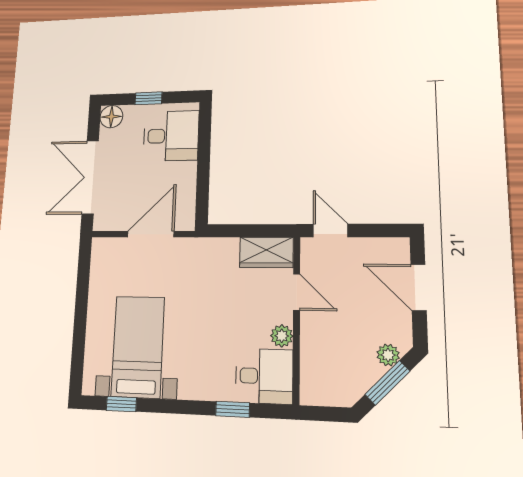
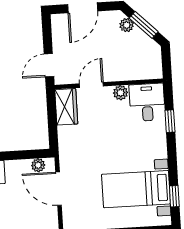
plant: (186, 207) -> (38, 165), added

